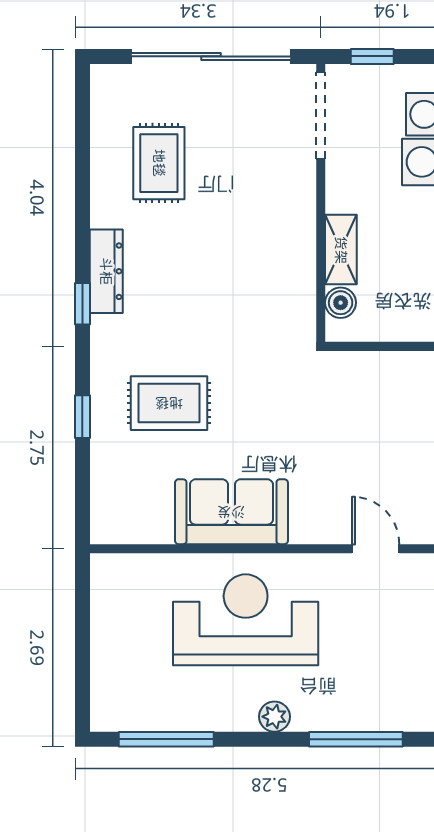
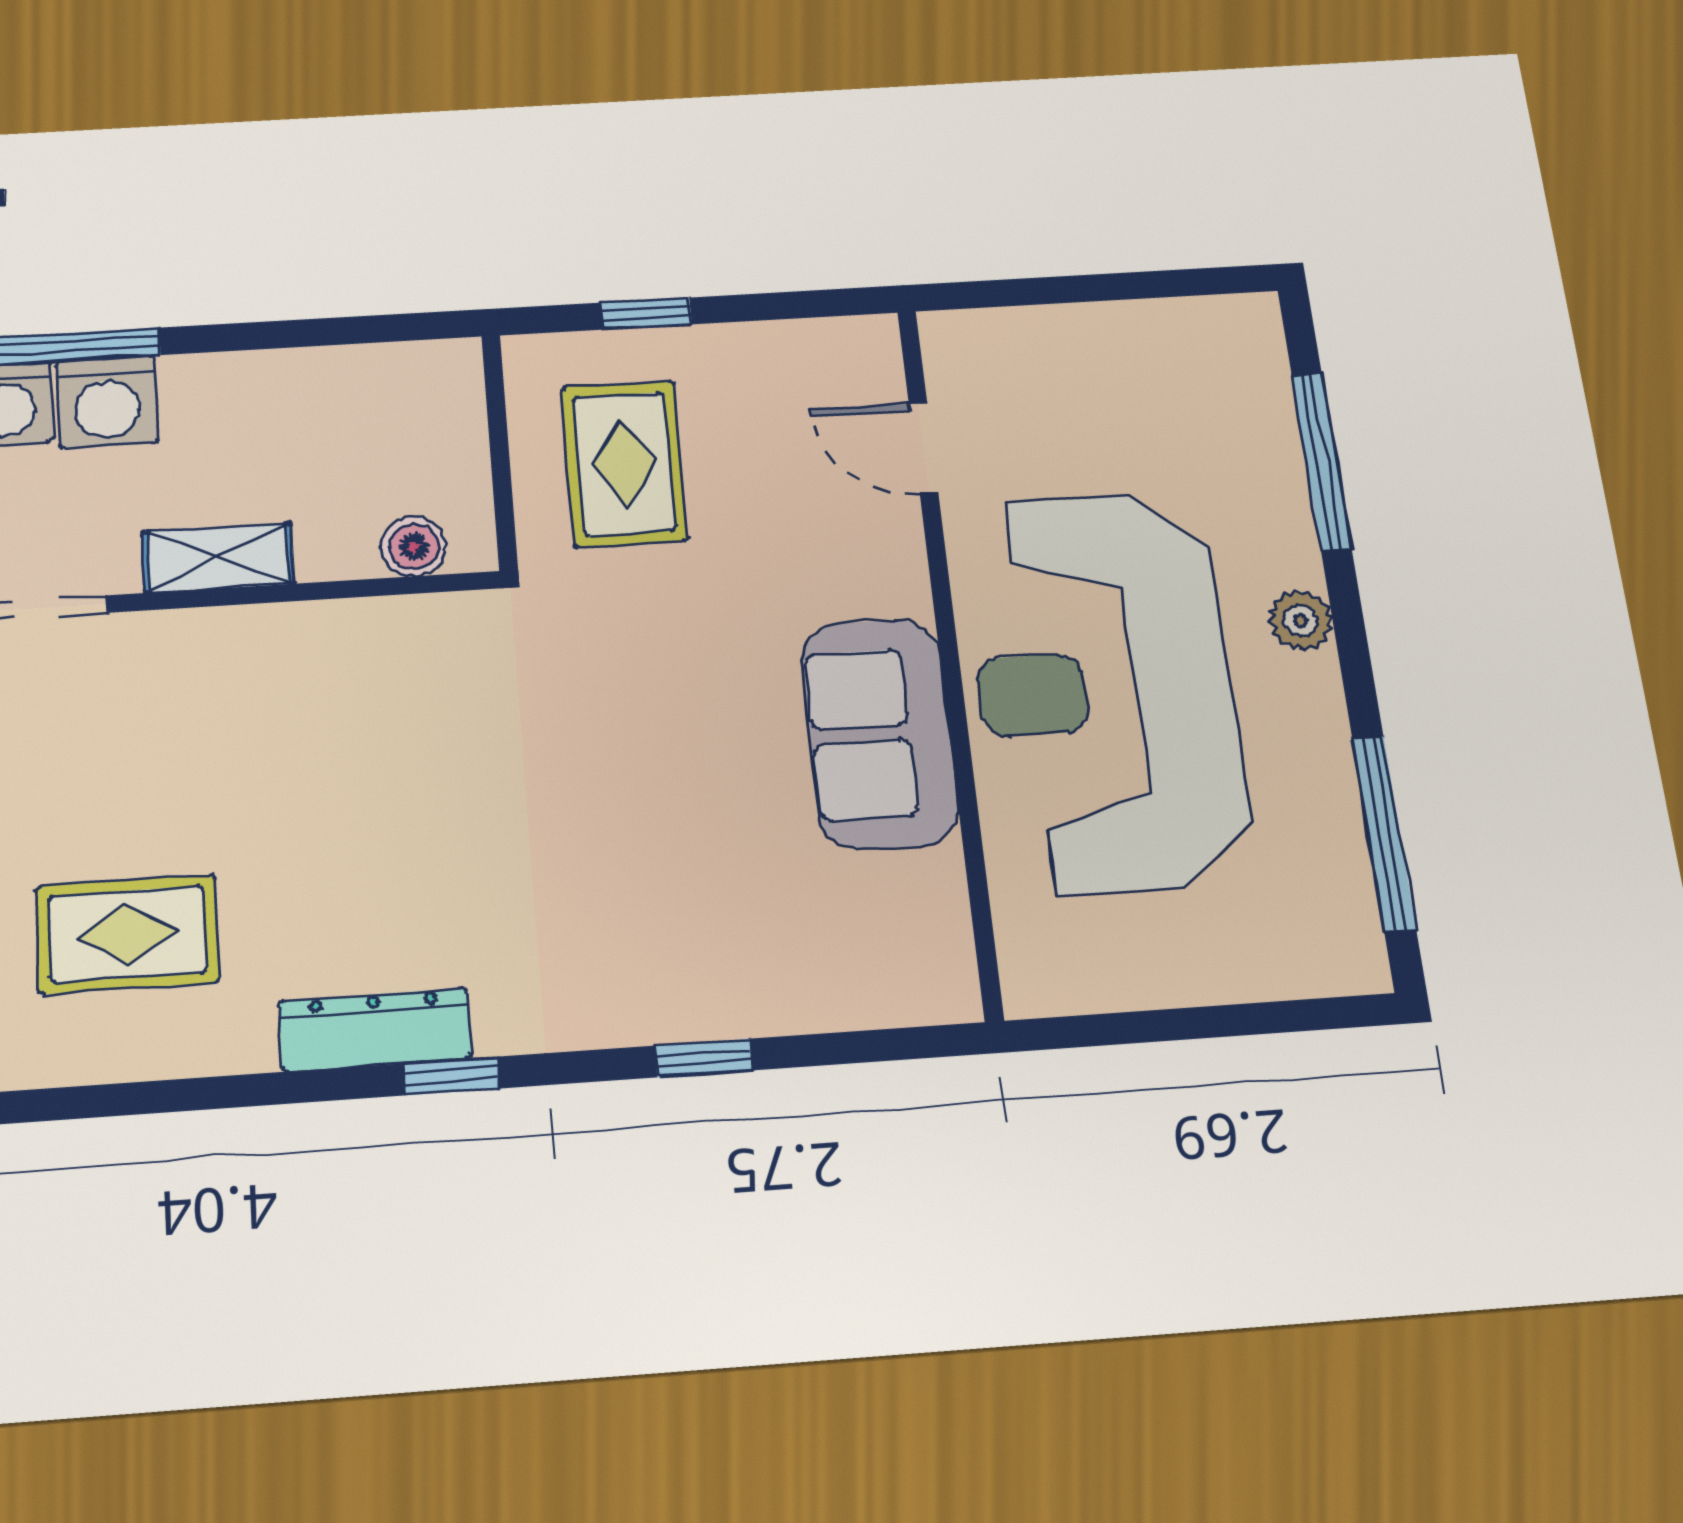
shelving: (341, 250) -> (218, 558), moved
rug: (169, 403) -> (624, 464), moved
door: (376, 549) -> (923, 448), hinge flipped
reception desk: (246, 620) -> (1105, 690), width x1.36, depth x1.30

